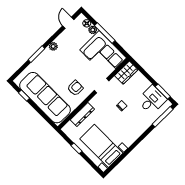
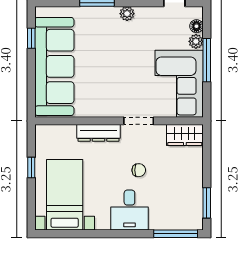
armchair: (75, 88) -> (103, 92), removed
desk: (152, 100) -> (129, 210), moved, turned 90
dresser: (82, 114) -> (99, 133), moved

